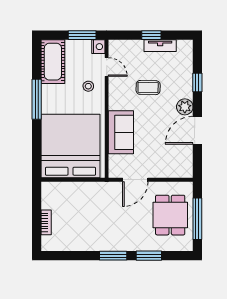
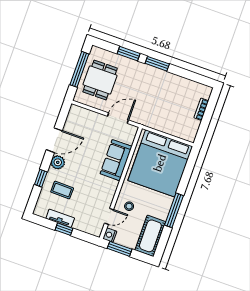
door: (107, 67) -> (109, 216), swing flipped
coffee table: (148, 88) -> (62, 190), moved

